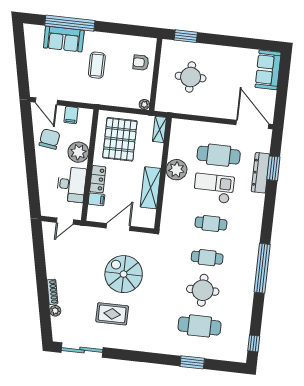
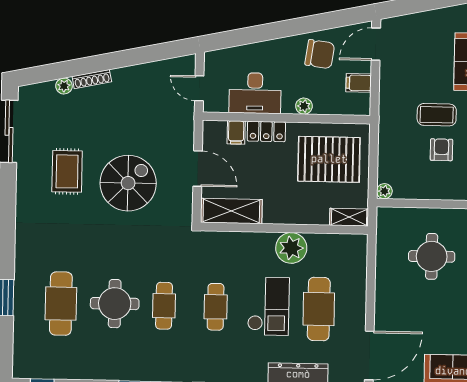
armchair: (141, 63) -> (441, 150), moved
plant: (78, 152) -> (304, 106), width x0.53, depth x0.53
shelving: (151, 188) -> (231, 211), moved

